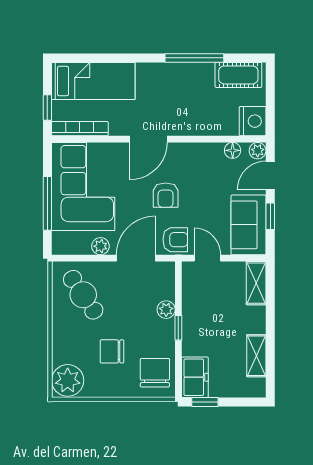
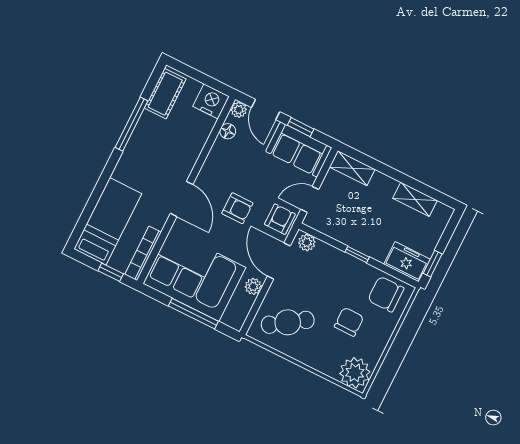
plant: (166, 310) -> (307, 242), moved
chair: (112, 351) -> (349, 322), turned 180

